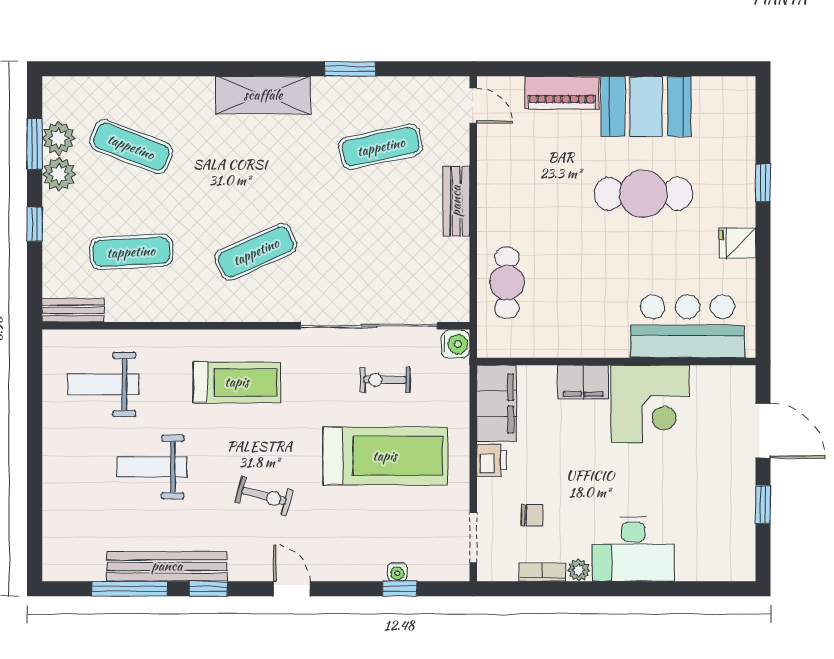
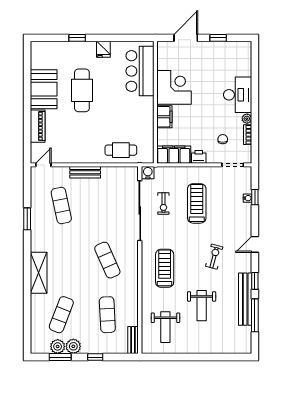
shelving: (263, 95) -> (39, 273), moved
treadmill: (385, 456) -> (197, 203), width x0.73, depth x0.73

